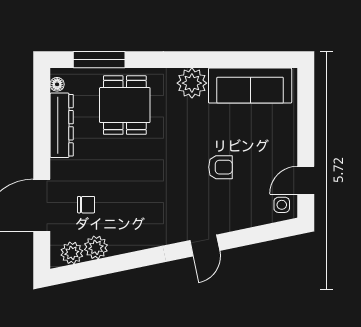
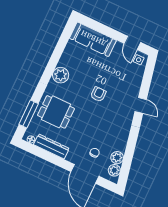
sofa: (250, 86) -> (93, 39), moved, turned 90
armchair: (220, 167) -> (98, 94), moved

